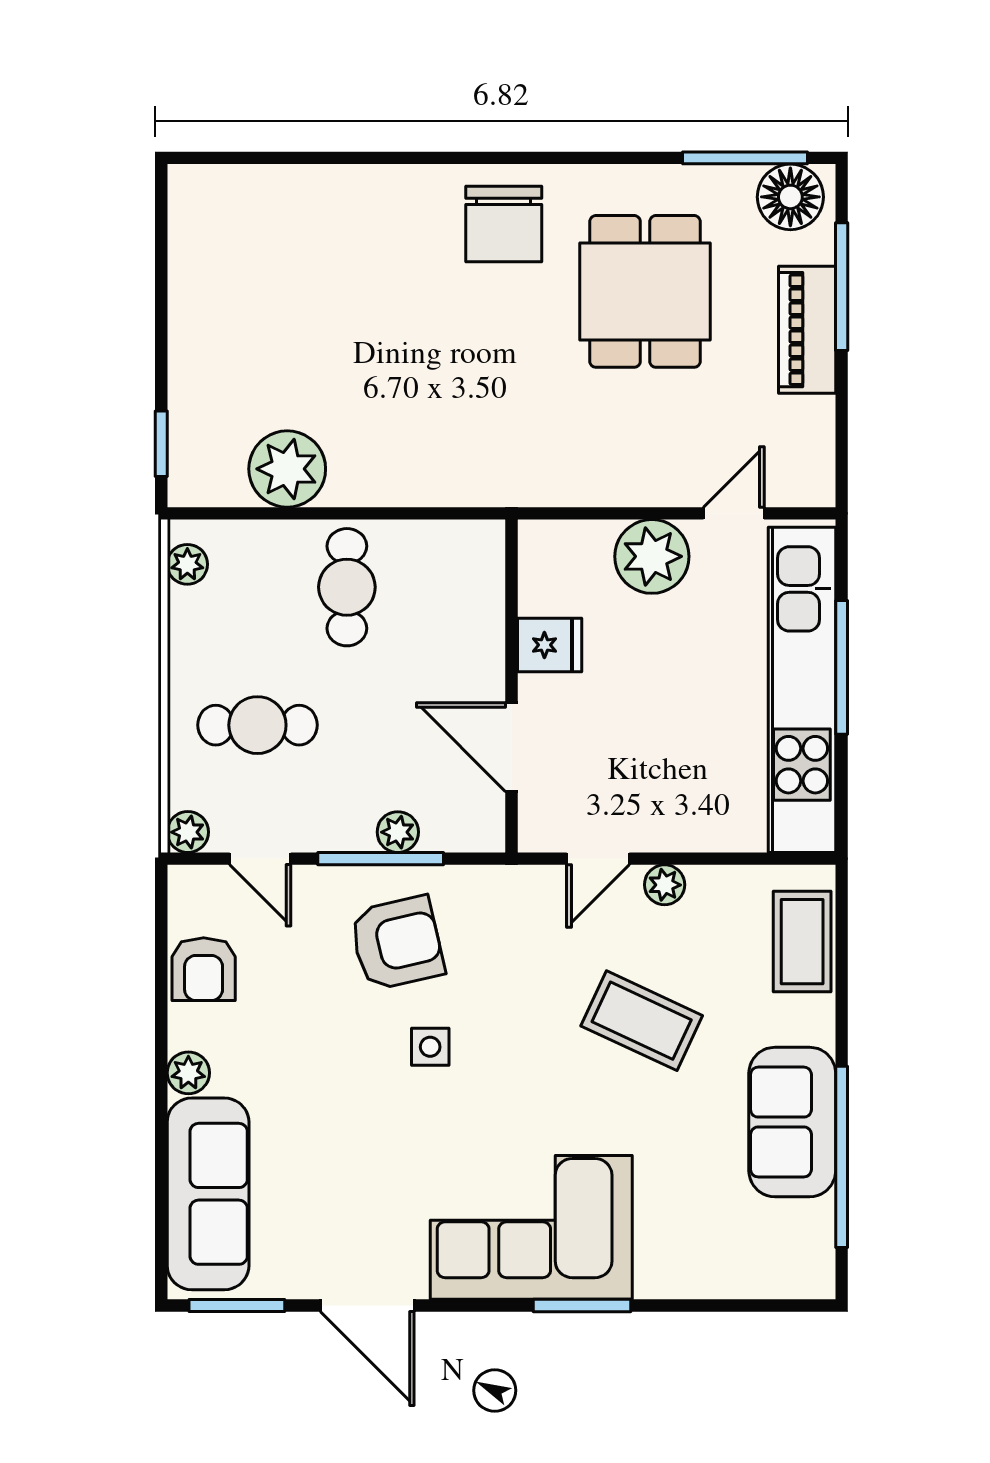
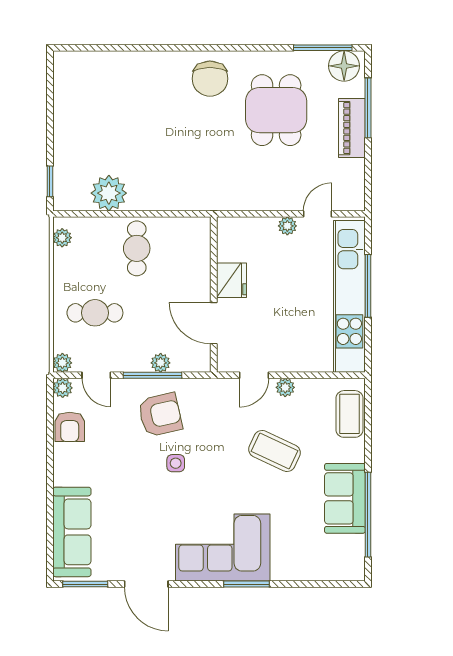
plant: (652, 556) -> (287, 226), width x0.53, depth x0.53
fridge: (550, 645) -> (231, 280), width x1.38
plant: (188, 1073) -> (63, 388), moved

